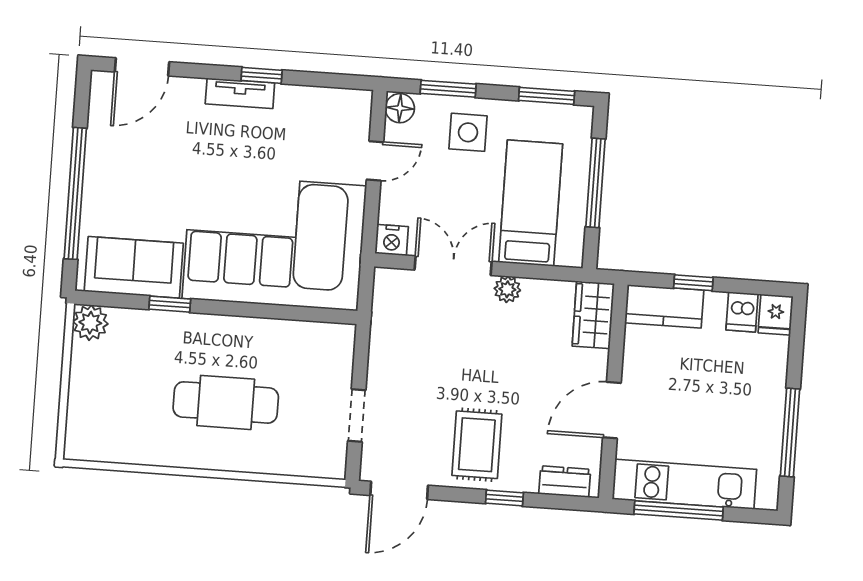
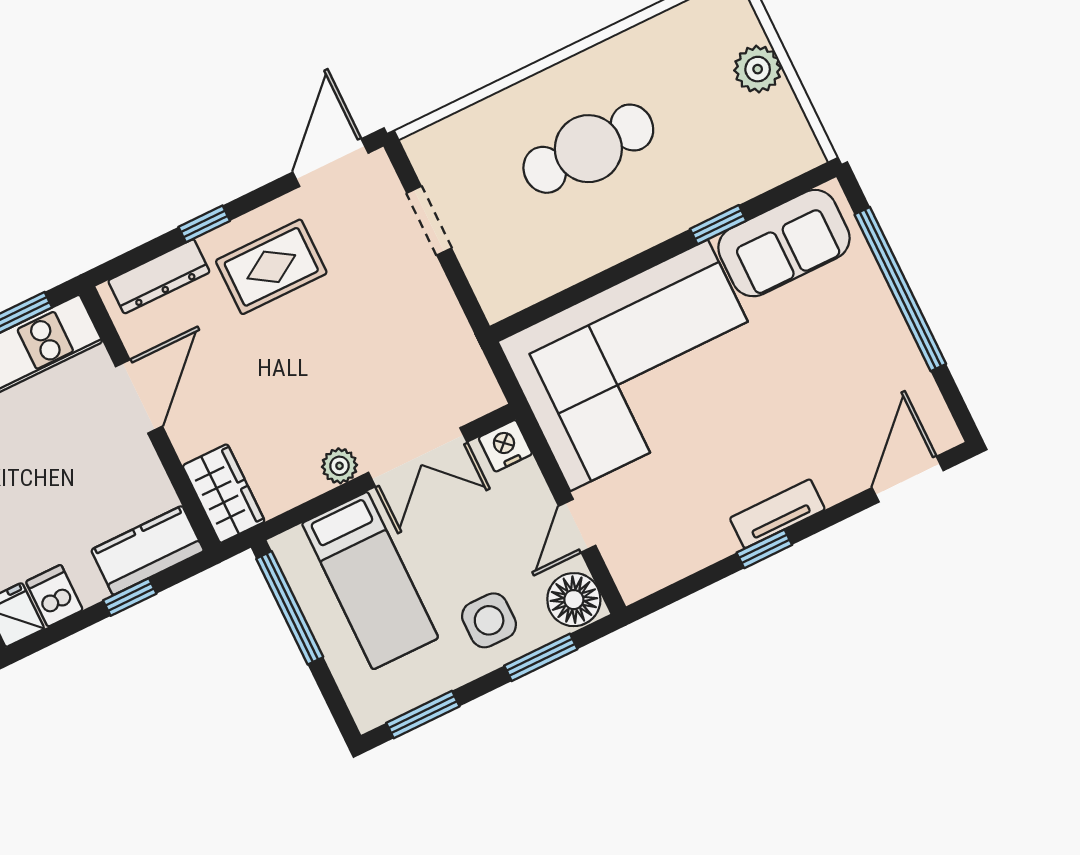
floor lamp: (400, 108) -> (574, 600), width x1.38, depth x1.38
window: (596, 183) -> (290, 608), moved
plant: (90, 323) -> (758, 69), moved
rug: (477, 445) -> (271, 267), turned 90
dresser: (565, 482) -> (159, 276), width x1.44

